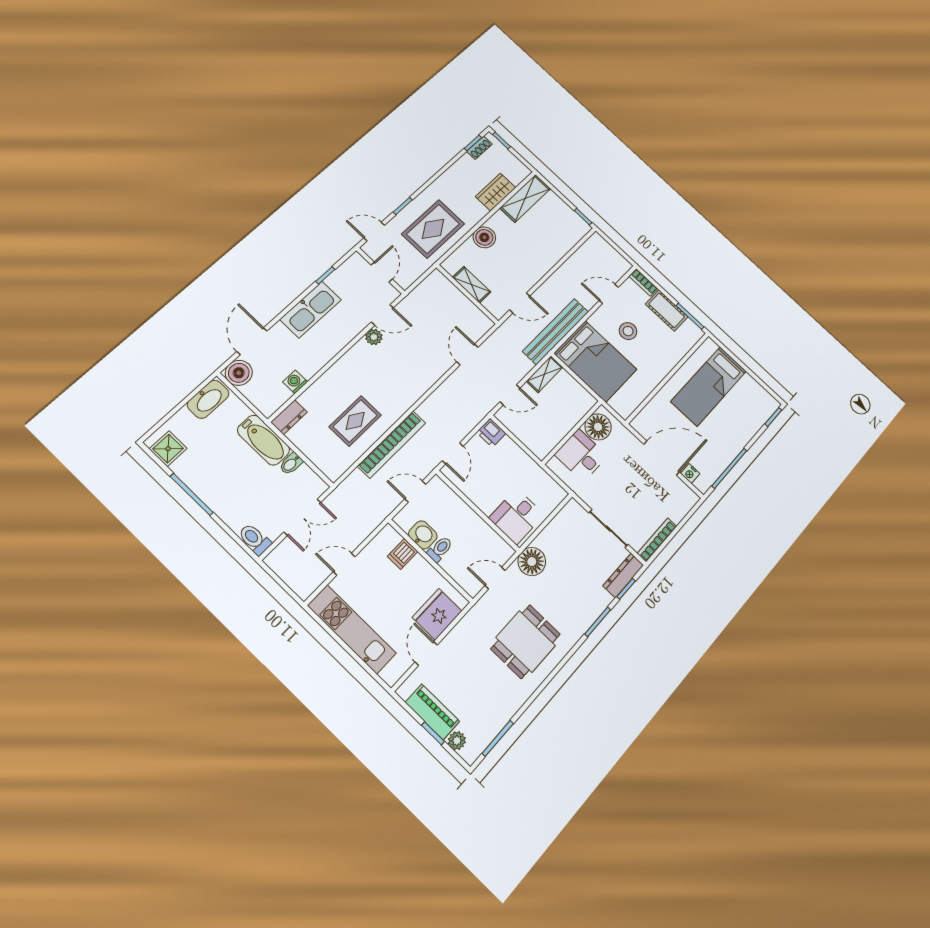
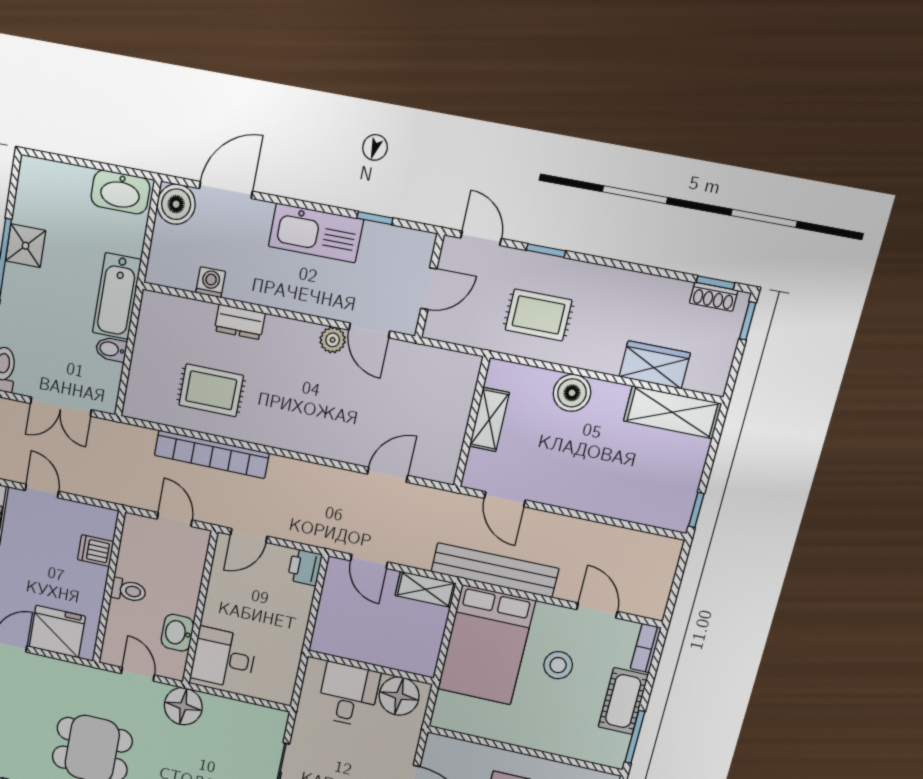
rug: (433, 229) -> (538, 315), width x0.73, depth x0.70
dresser: (289, 417) -> (240, 322), moved
shower: (168, 449) -> (26, 246), moved
washbasin: (423, 535) -> (177, 633), moved, turned 180

